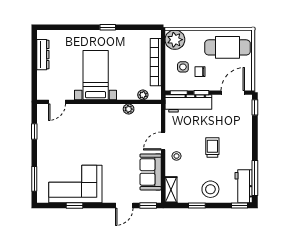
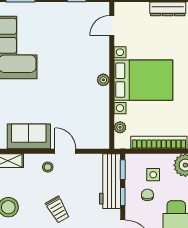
bed with nightstands: (96, 75) -> (143, 80), width x1.36
door: (57, 102) -> (112, 26), hinge flipped
plant: (129, 109) -> (103, 80), moved
trolley: (212, 148) -> (58, 210), turned 60

